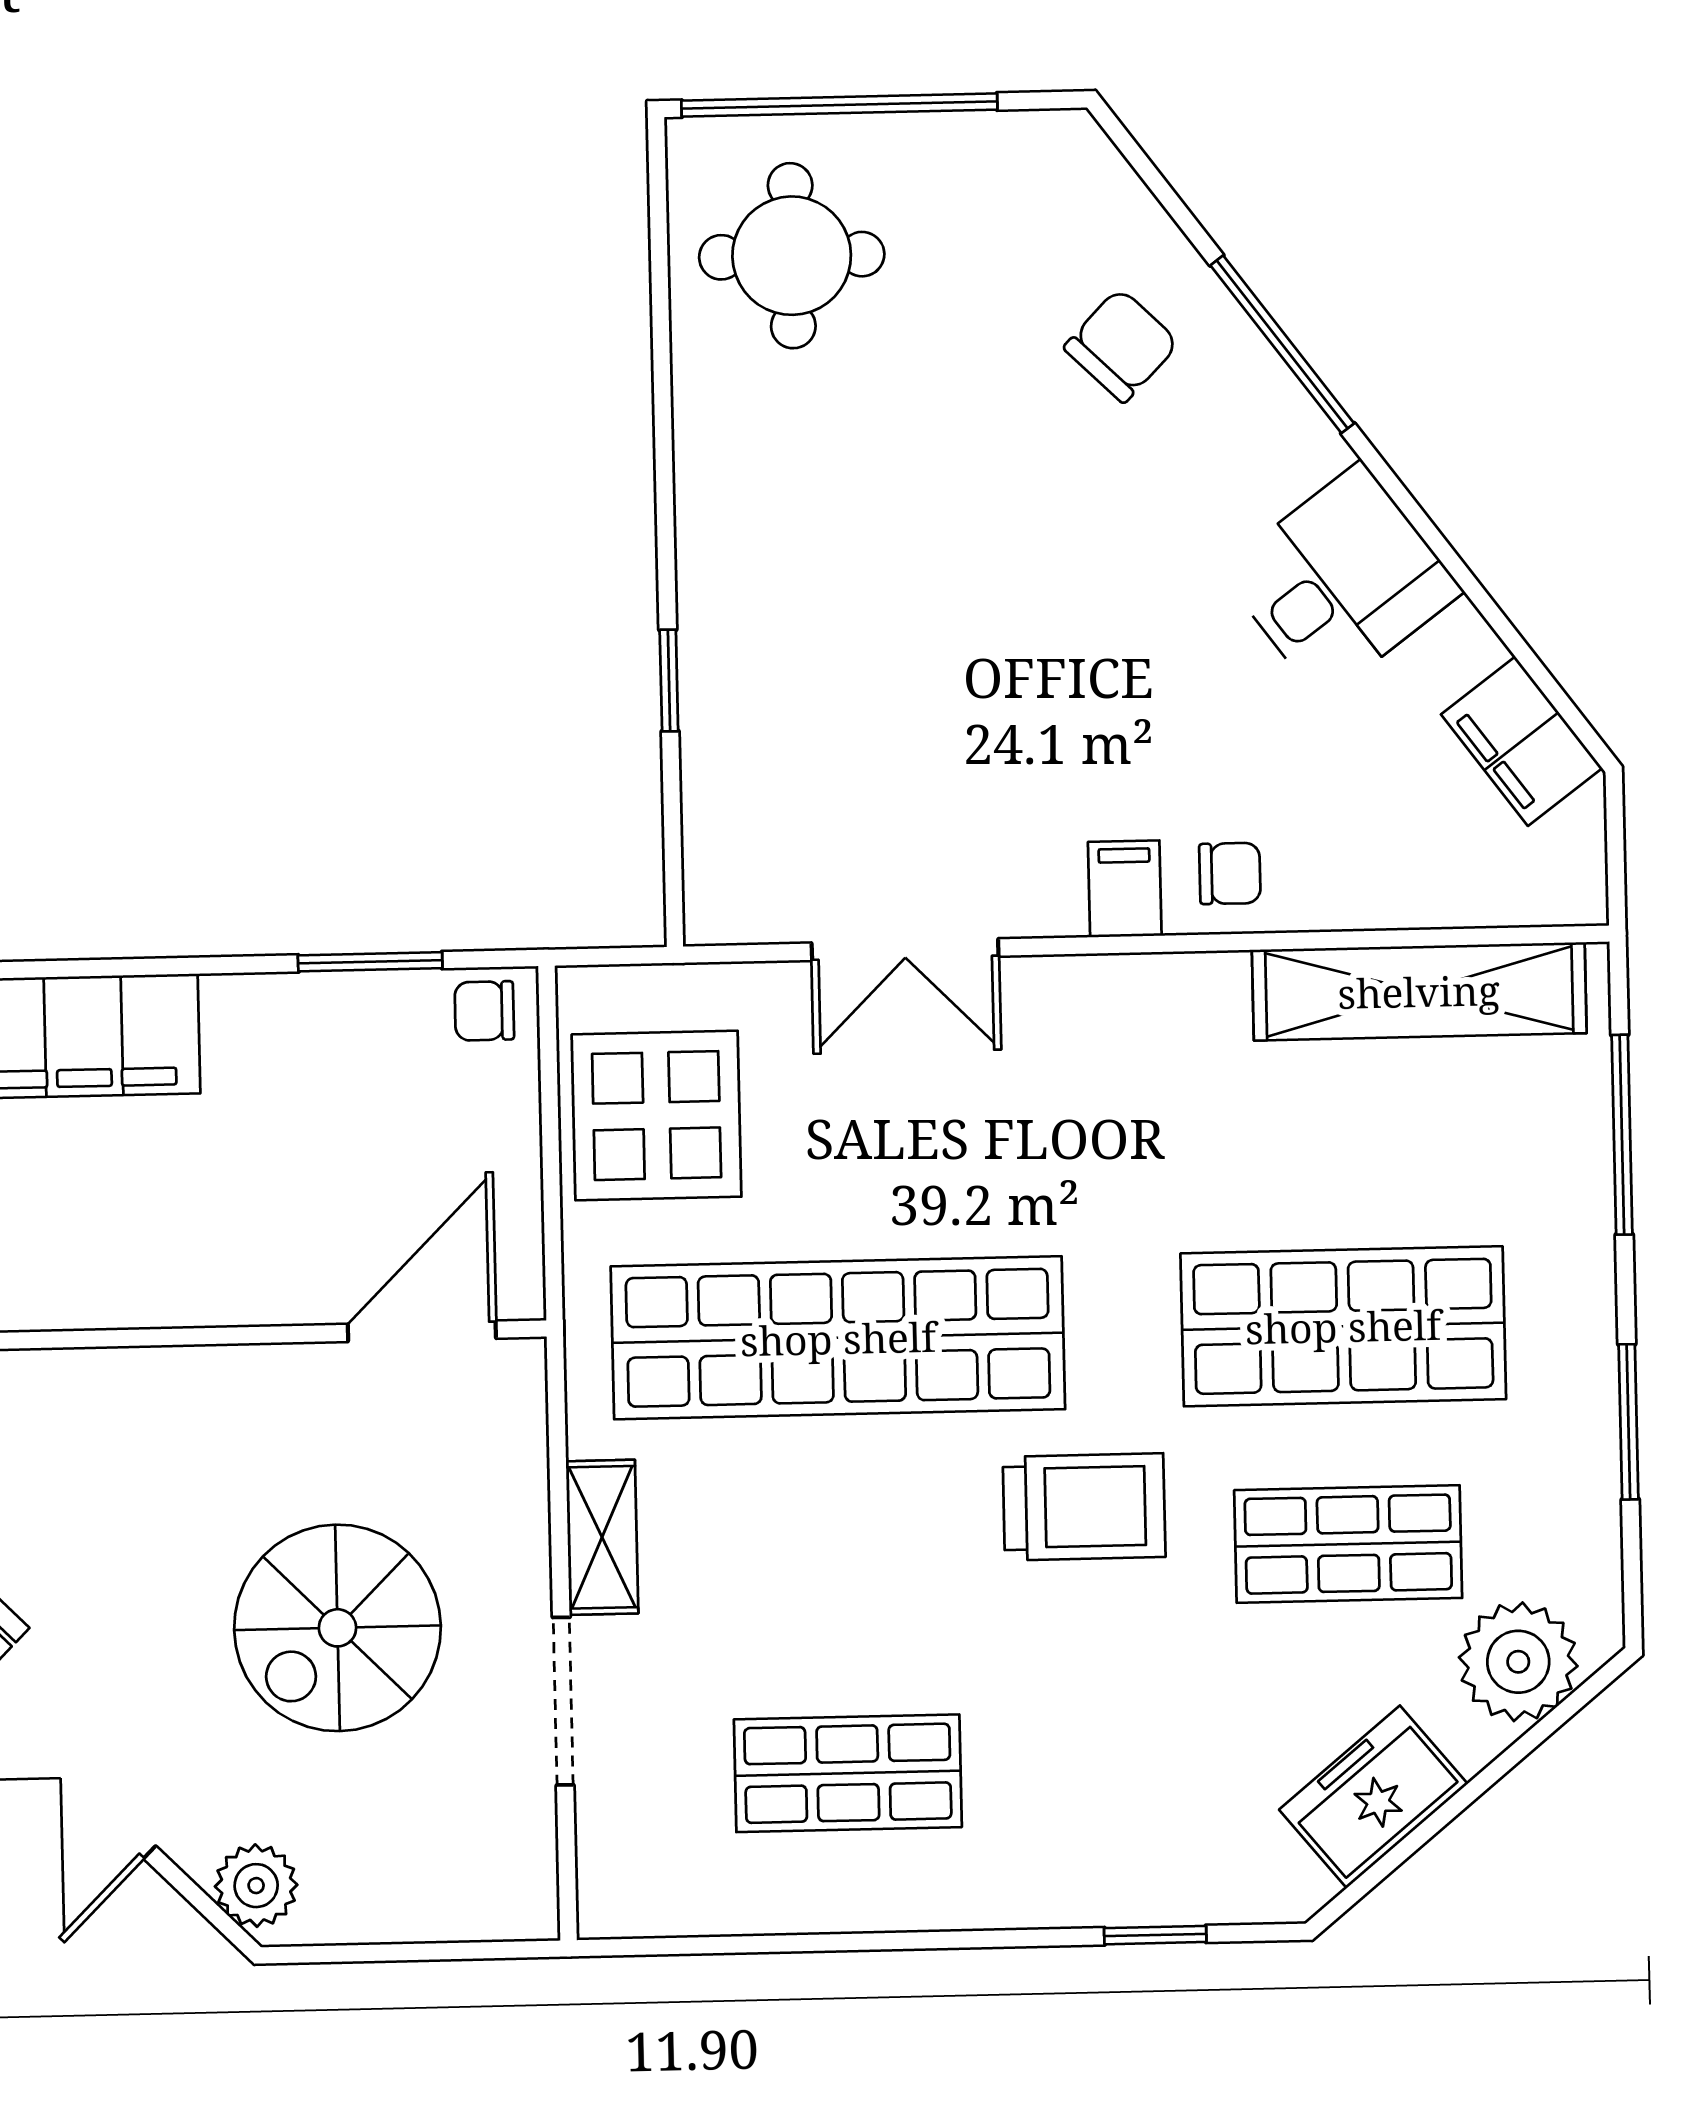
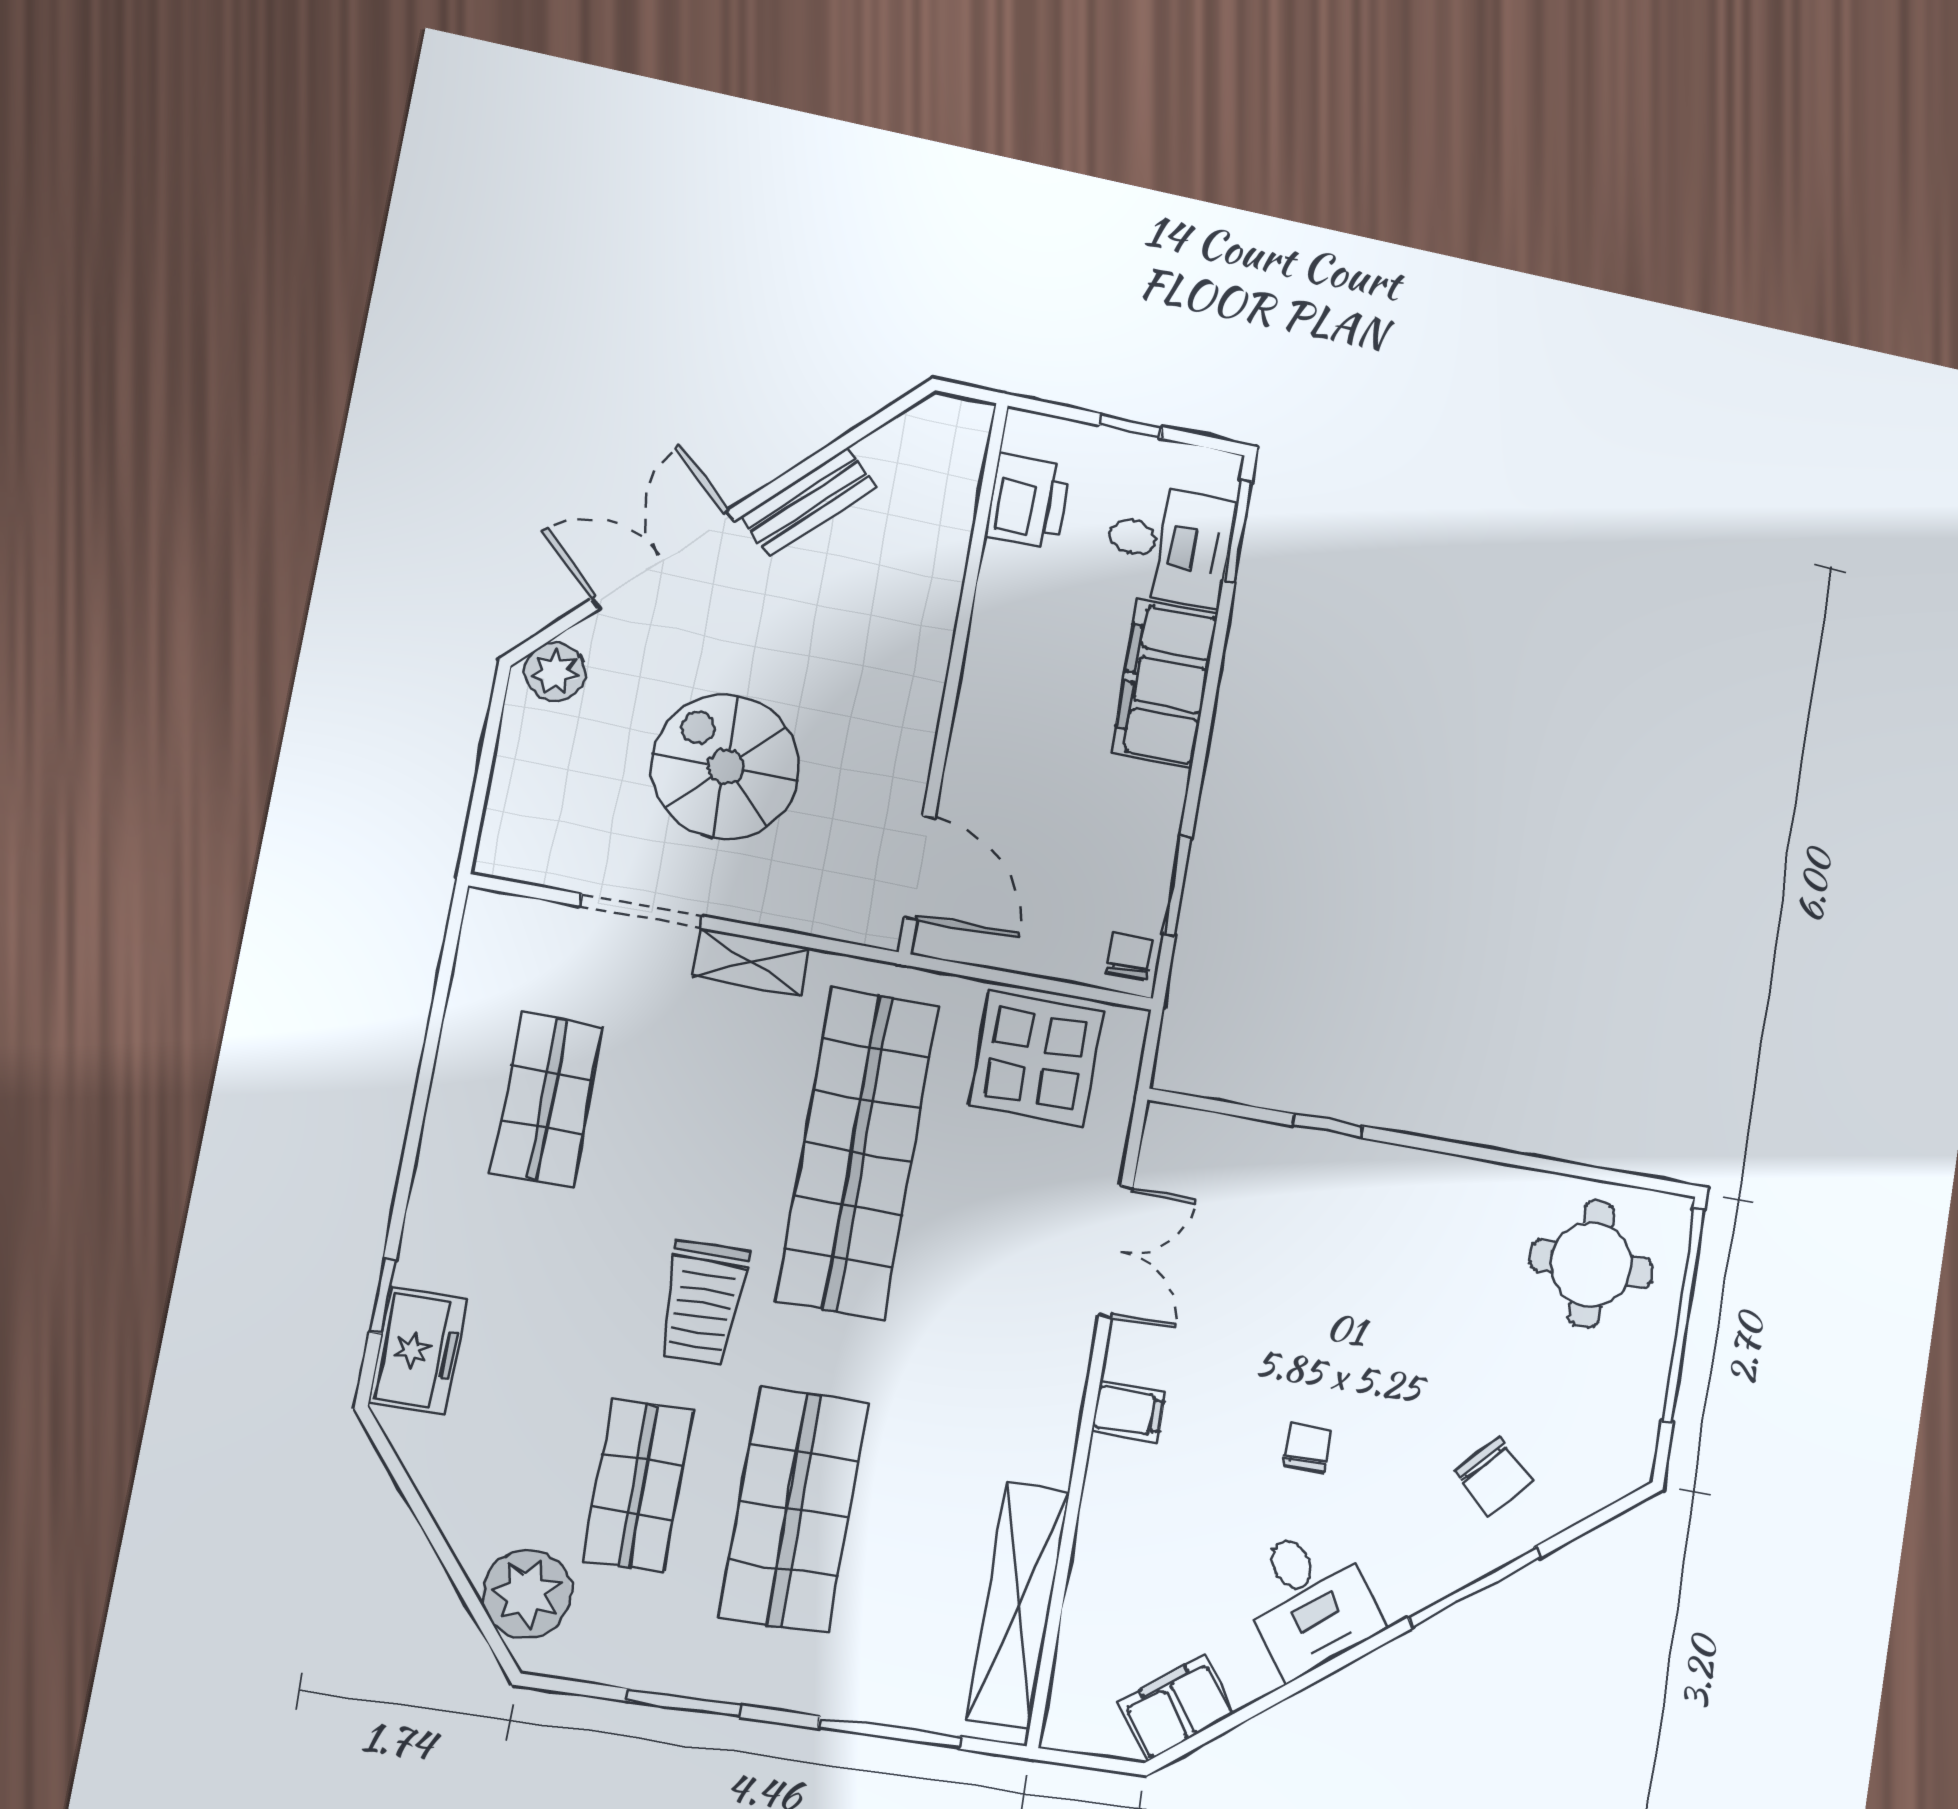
chair: (1230, 873) -> (1308, 1448), moved, turned 180
double door: (905, 950) -> (1116, 1251), swing flipped
freezer: (1373, 1797) -> (418, 1351), moved, turned 39

